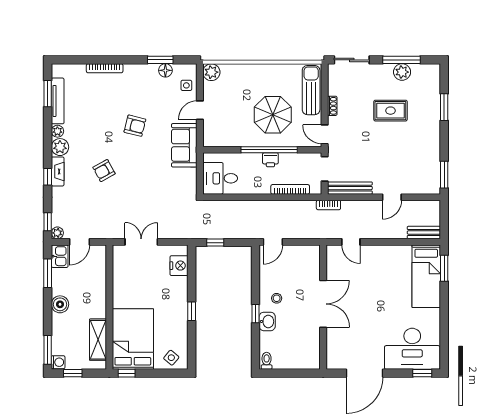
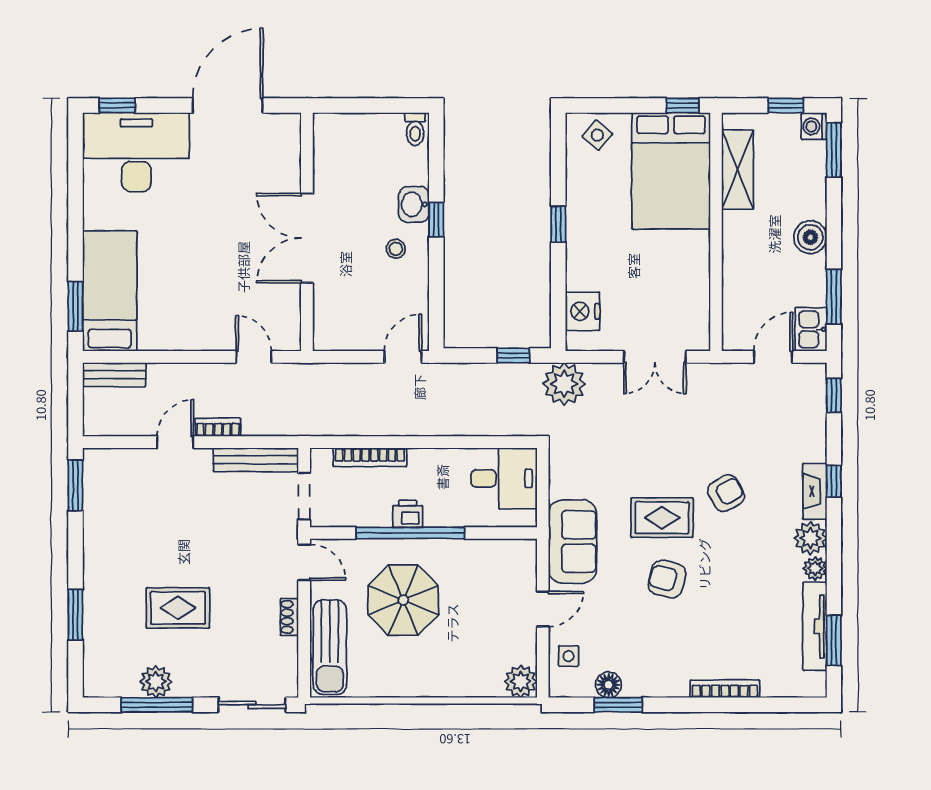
rug: (137, 158) -> (662, 518), added
bookcase: (328, 205) -> (218, 427), moved
plant: (57, 233) -> (564, 384), moved, width x1.87, depth x1.87

